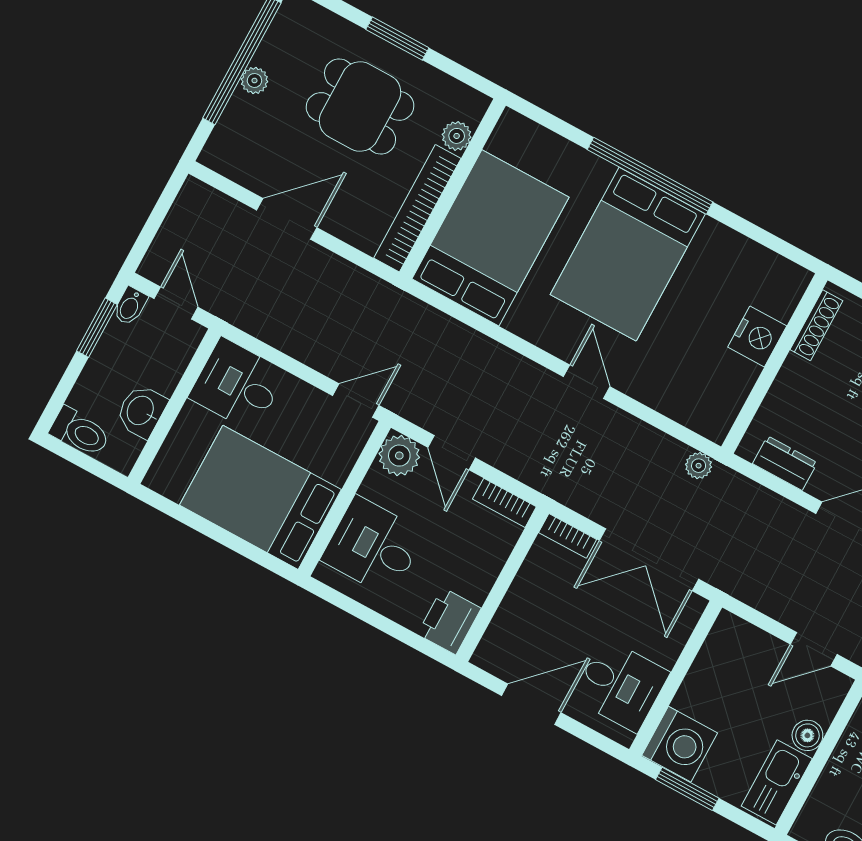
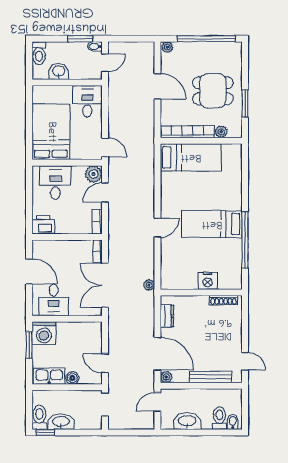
window: (397, 39) -> (245, 104), moved
plant: (254, 81) -> (167, 47), moved
dining table: (360, 106) -> (213, 91), turned 90
window: (650, 176) -> (245, 240), moved
bed: (490, 238) -> (191, 157), width x0.67
bed: (628, 254) -> (212, 224), width x0.67

